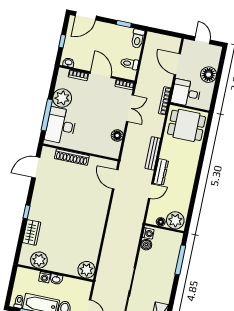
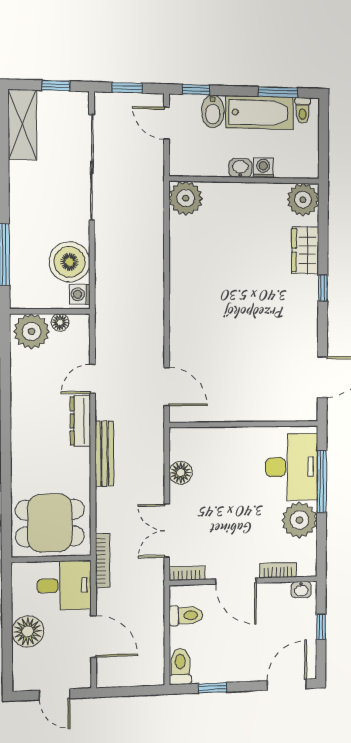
shoe rack: (72, 157) -> (258, 412), removed
boiler: (146, 245) -> (70, 262), width x1.86, depth x1.86
plant: (39, 260) -> (303, 200), moved

